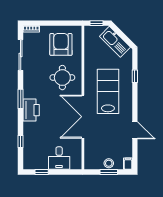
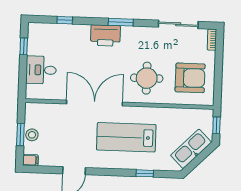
lab bench: (108, 91) -> (126, 137), turned 180

